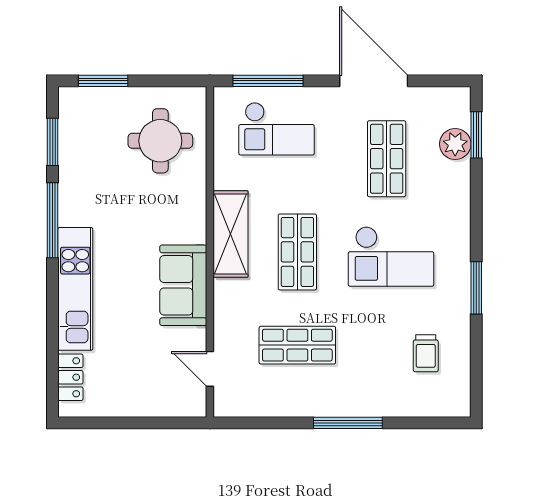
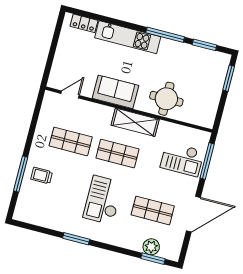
checkout: (277, 129) -> (182, 159), turned -90
round table: (160, 141) -> (166, 99), moved
shop shelf: (297, 345) -> (71, 141), turned 90
trolley: (426, 353) -> (42, 176), moved
window: (348, 423) -> (21, 174), moved

